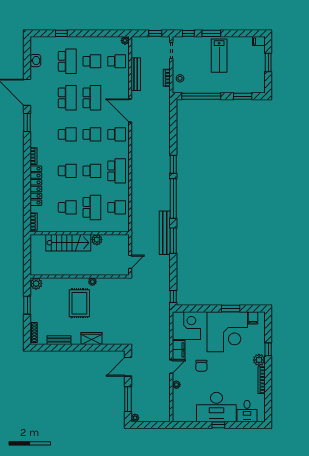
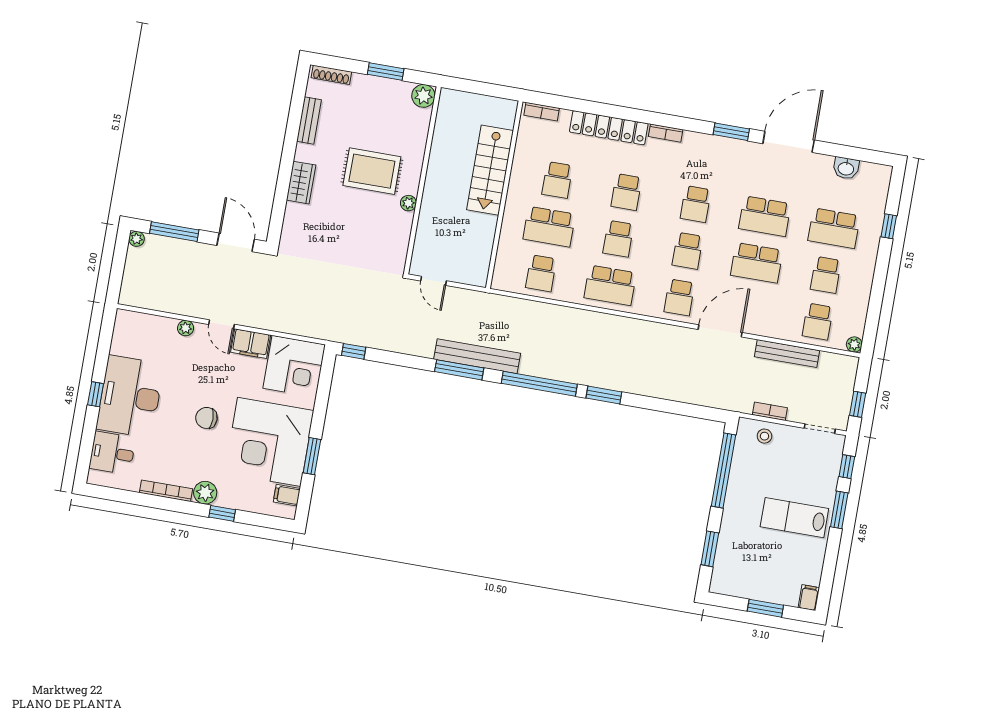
plant: (97, 240) -> (486, 225), removed
chair: (201, 366) -> (206, 418), moved

